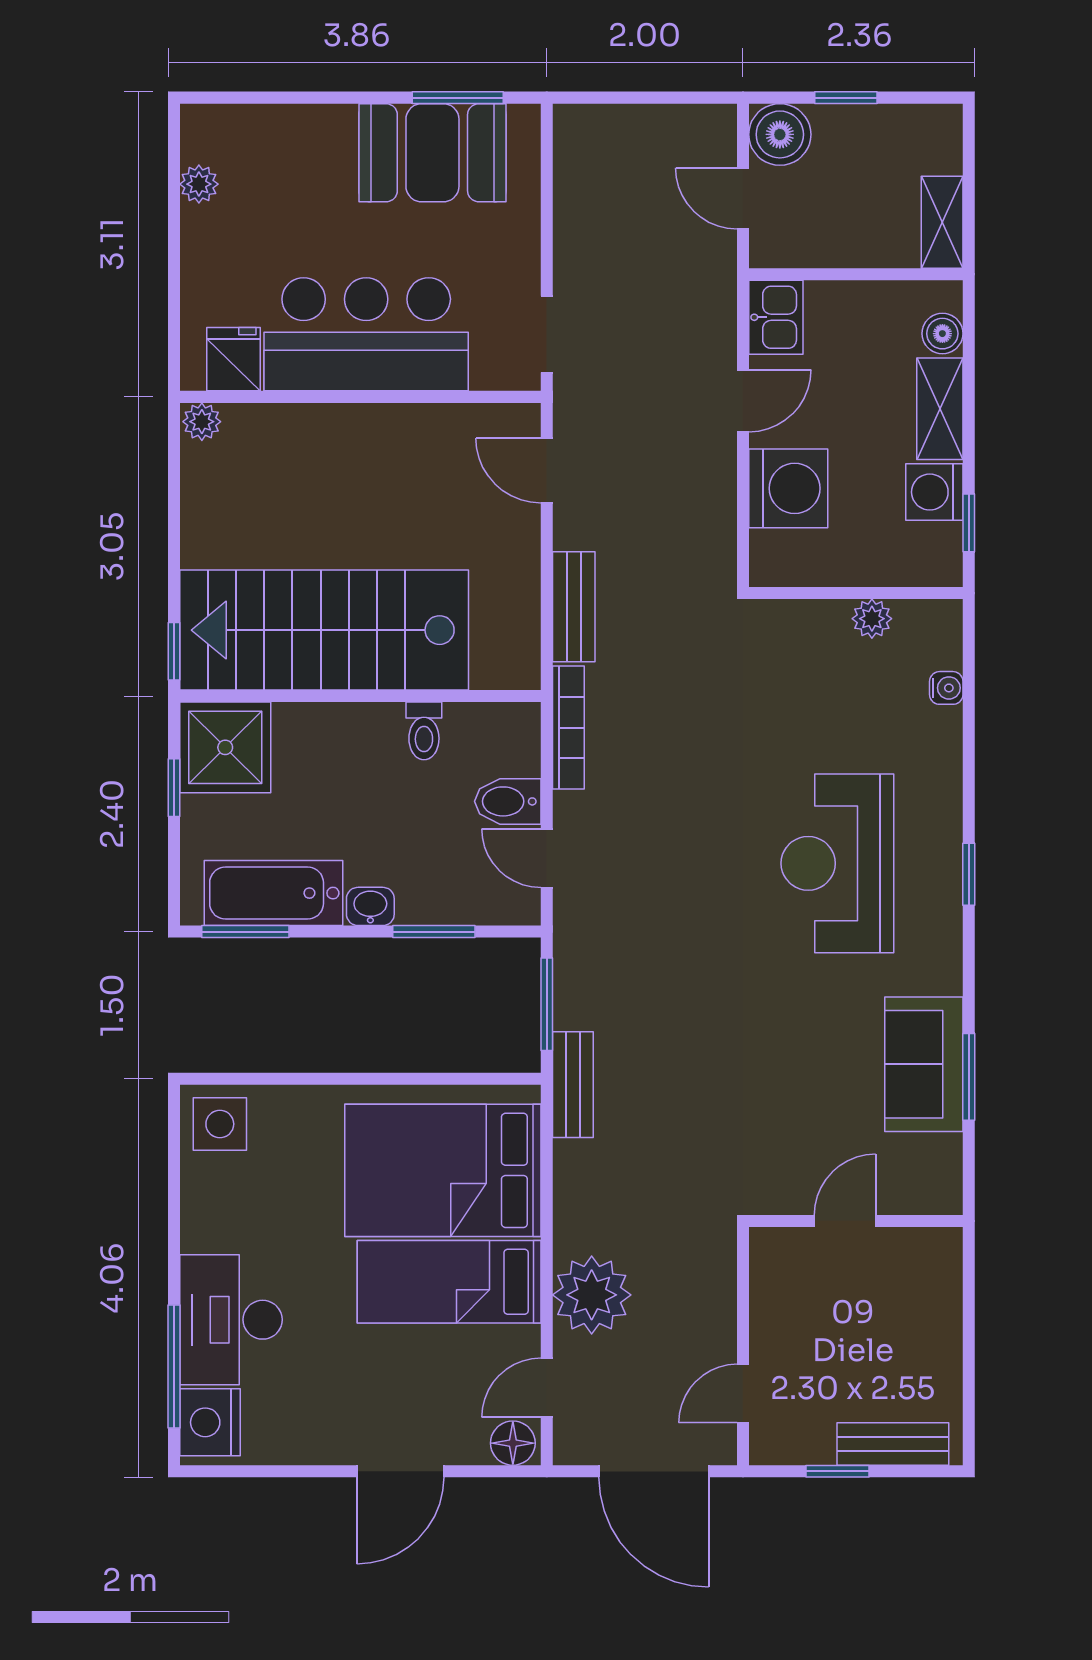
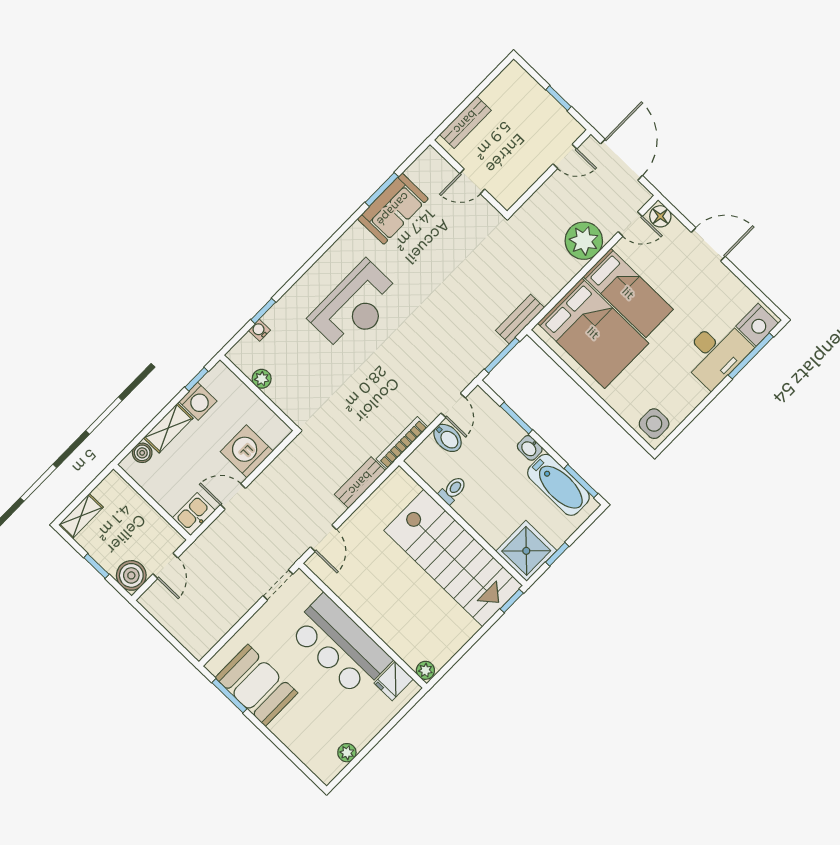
shelving: (942, 222) -> (81, 516), moved
window: (969, 874) -> (263, 311), moved
bench: (893, 1444) -> (465, 122), moved, turned 90

